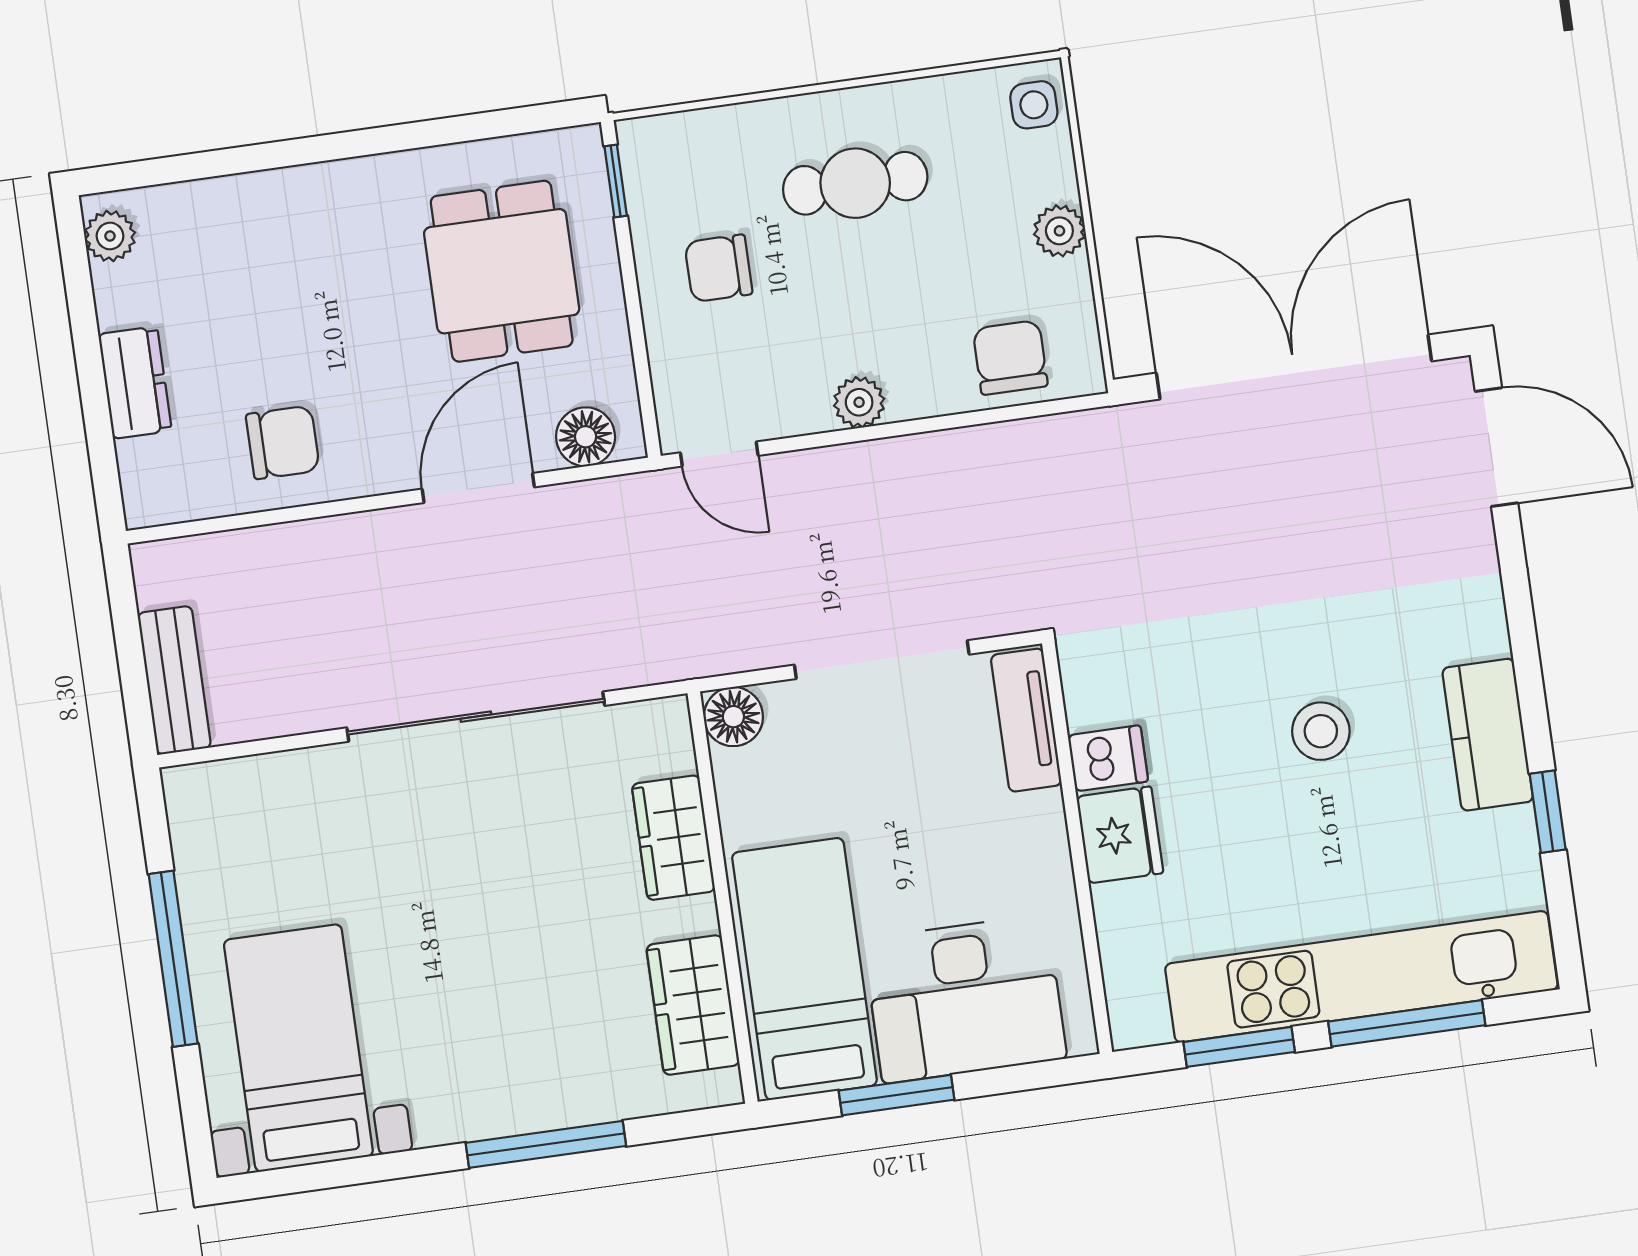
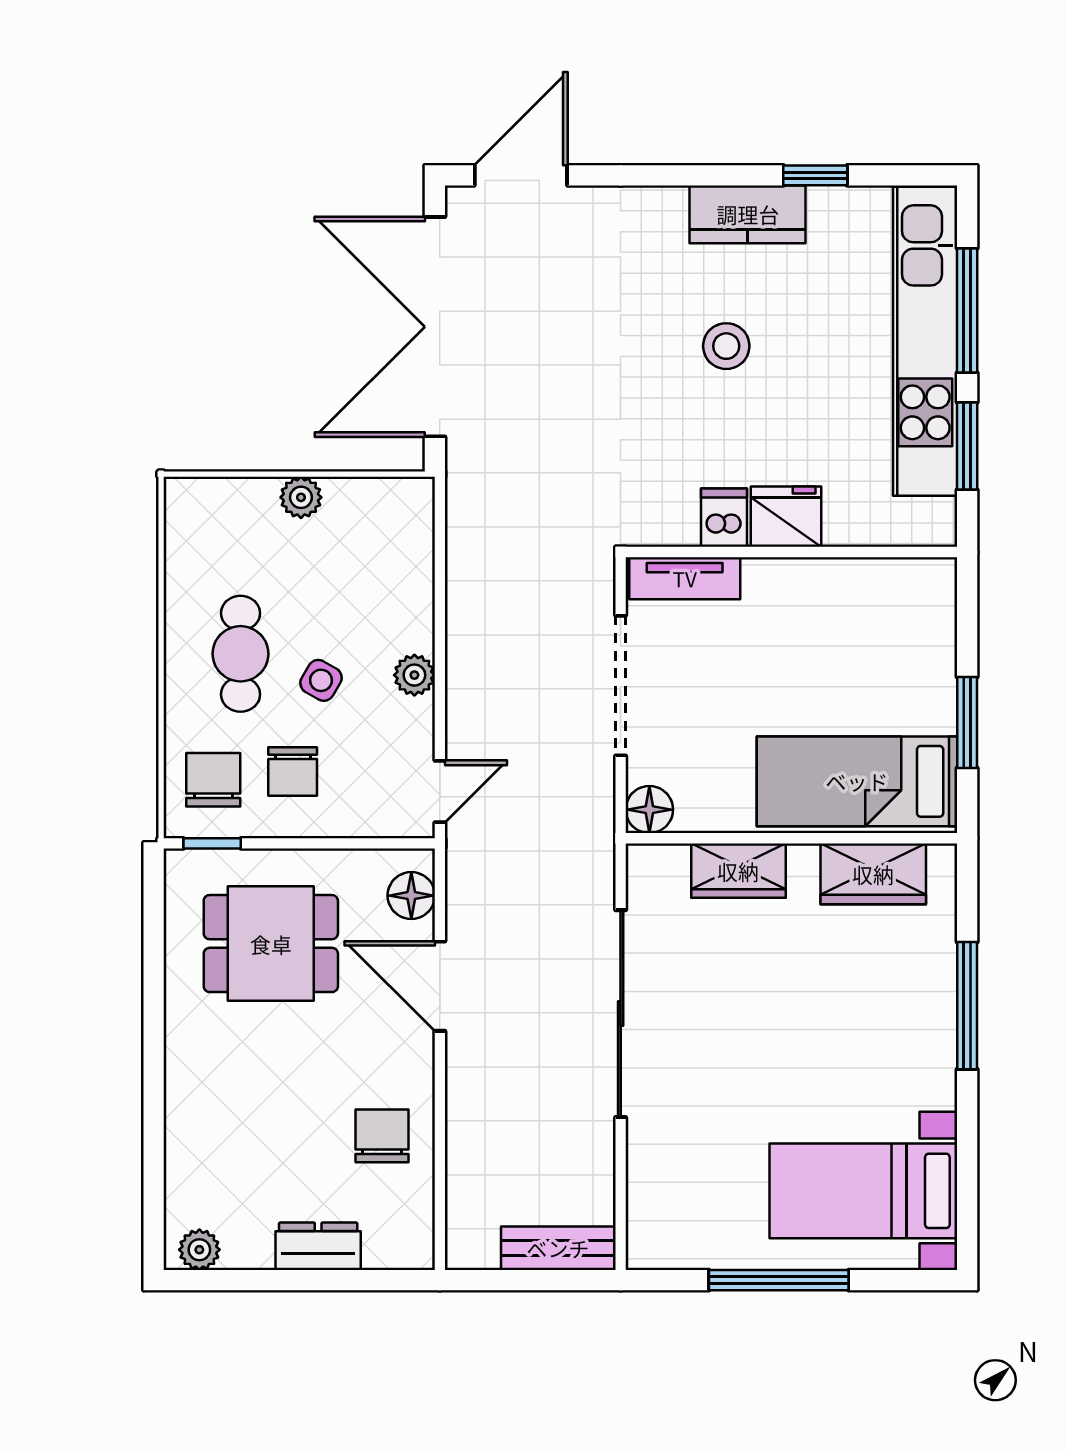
side table: (1034, 105) -> (321, 680), moved, turned 30
chair: (1010, 357) -> (213, 780), moved, turned 90
desk: (965, 999) -> (898, 658), removed

